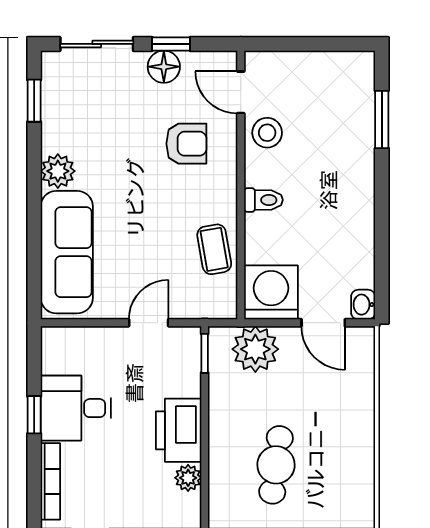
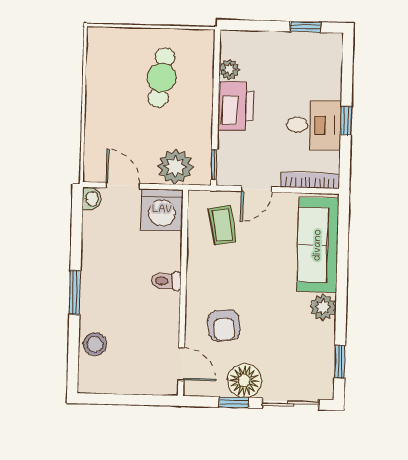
floor lamp: (164, 67) -> (244, 381), width x1.38, depth x1.38
window: (382, 119) -> (75, 293), moved
stool: (267, 133) -> (95, 344), moved
armchair: (186, 144) -> (224, 326), turned -97
coffee table: (214, 249) -> (222, 225), moved
bookcase: (50, 481) -> (310, 180), moved, turned 90

